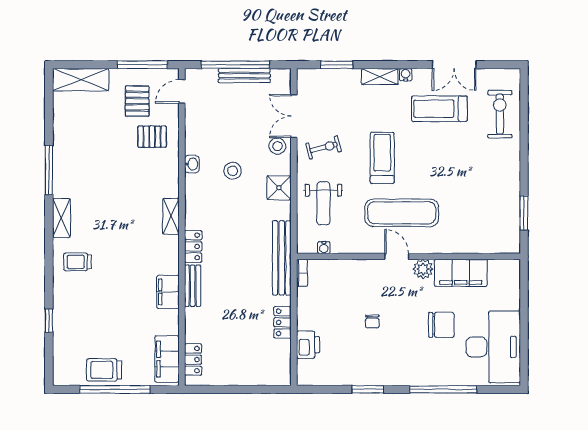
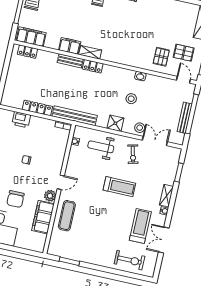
exercise mat: (402, 213) -> (67, 216), moved, width x0.73, depth x0.69
shelving: (171, 216) -> (90, 52), moved
locker: (283, 322) -> (37, 108), width x1.53

